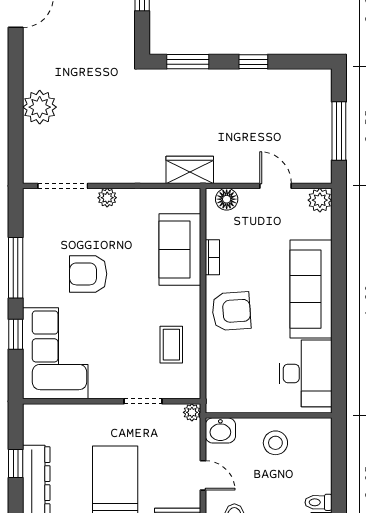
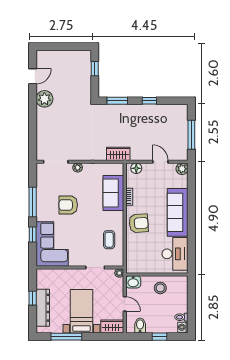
plant: (40, 107) -> (44, 99), moved

